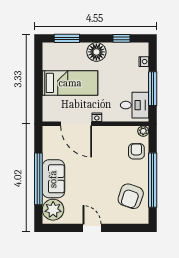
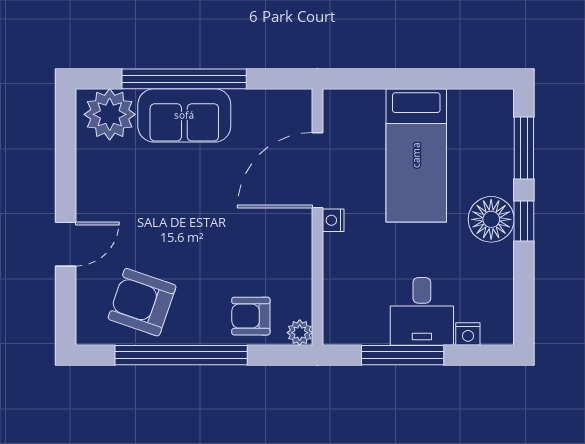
window: (121, 38) -> (524, 221), moved
desk: (134, 105) -> (422, 311), moved
armchair: (136, 151) -> (251, 316), turned 180
door: (92, 228) -> (66, 244), moved

